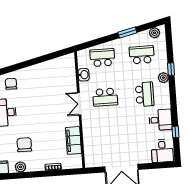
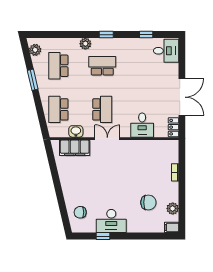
window: (171, 69) -> (106, 35), moved
double door: (79, 104) -> (107, 139), swing flipped
desk: (161, 120) -> (142, 125), moved, turned 180
filing cabinet: (74, 140) -> (75, 148), moved
chair: (24, 145) -> (148, 202), turned 180
locker: (94, 162) -> (173, 127), added

